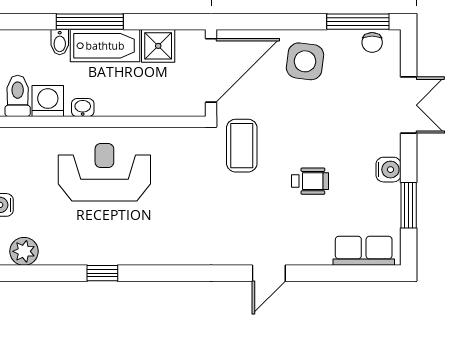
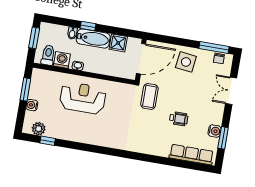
window: (90, 22) -> (88, 26), width x0.46
double door: (409, 105) -> (231, 91), swing flipped
water cooler: (388, 170) -> (214, 131), moved
row of seats: (364, 251) -> (191, 155), width x1.48
window: (102, 273) -> (48, 141), moved
door: (269, 273) -> (152, 159), removed

